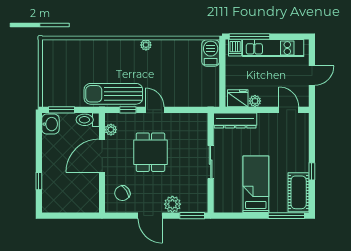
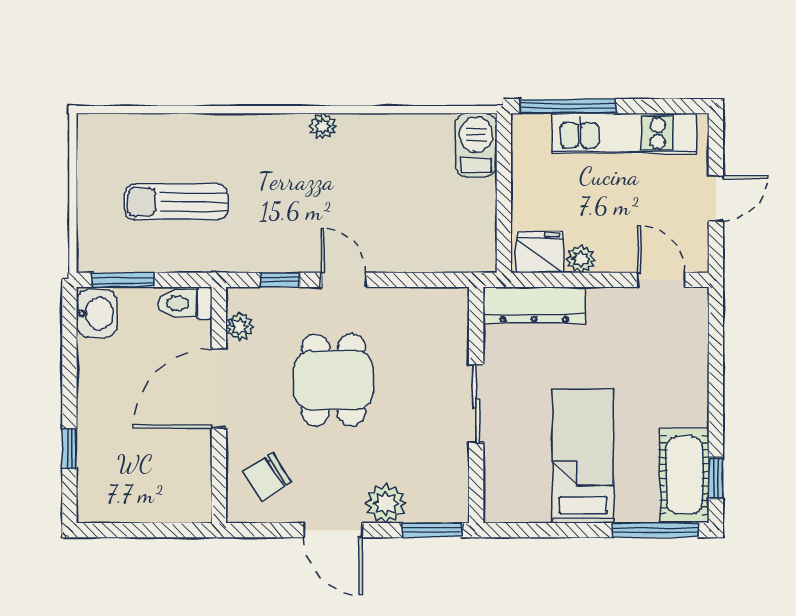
dishwasher: (235, 48) -> (534, 133), removed
sun lounger: (113, 94) -> (176, 202), moved, width x0.73, depth x0.75
window: (312, 171) -> (716, 478), moved

